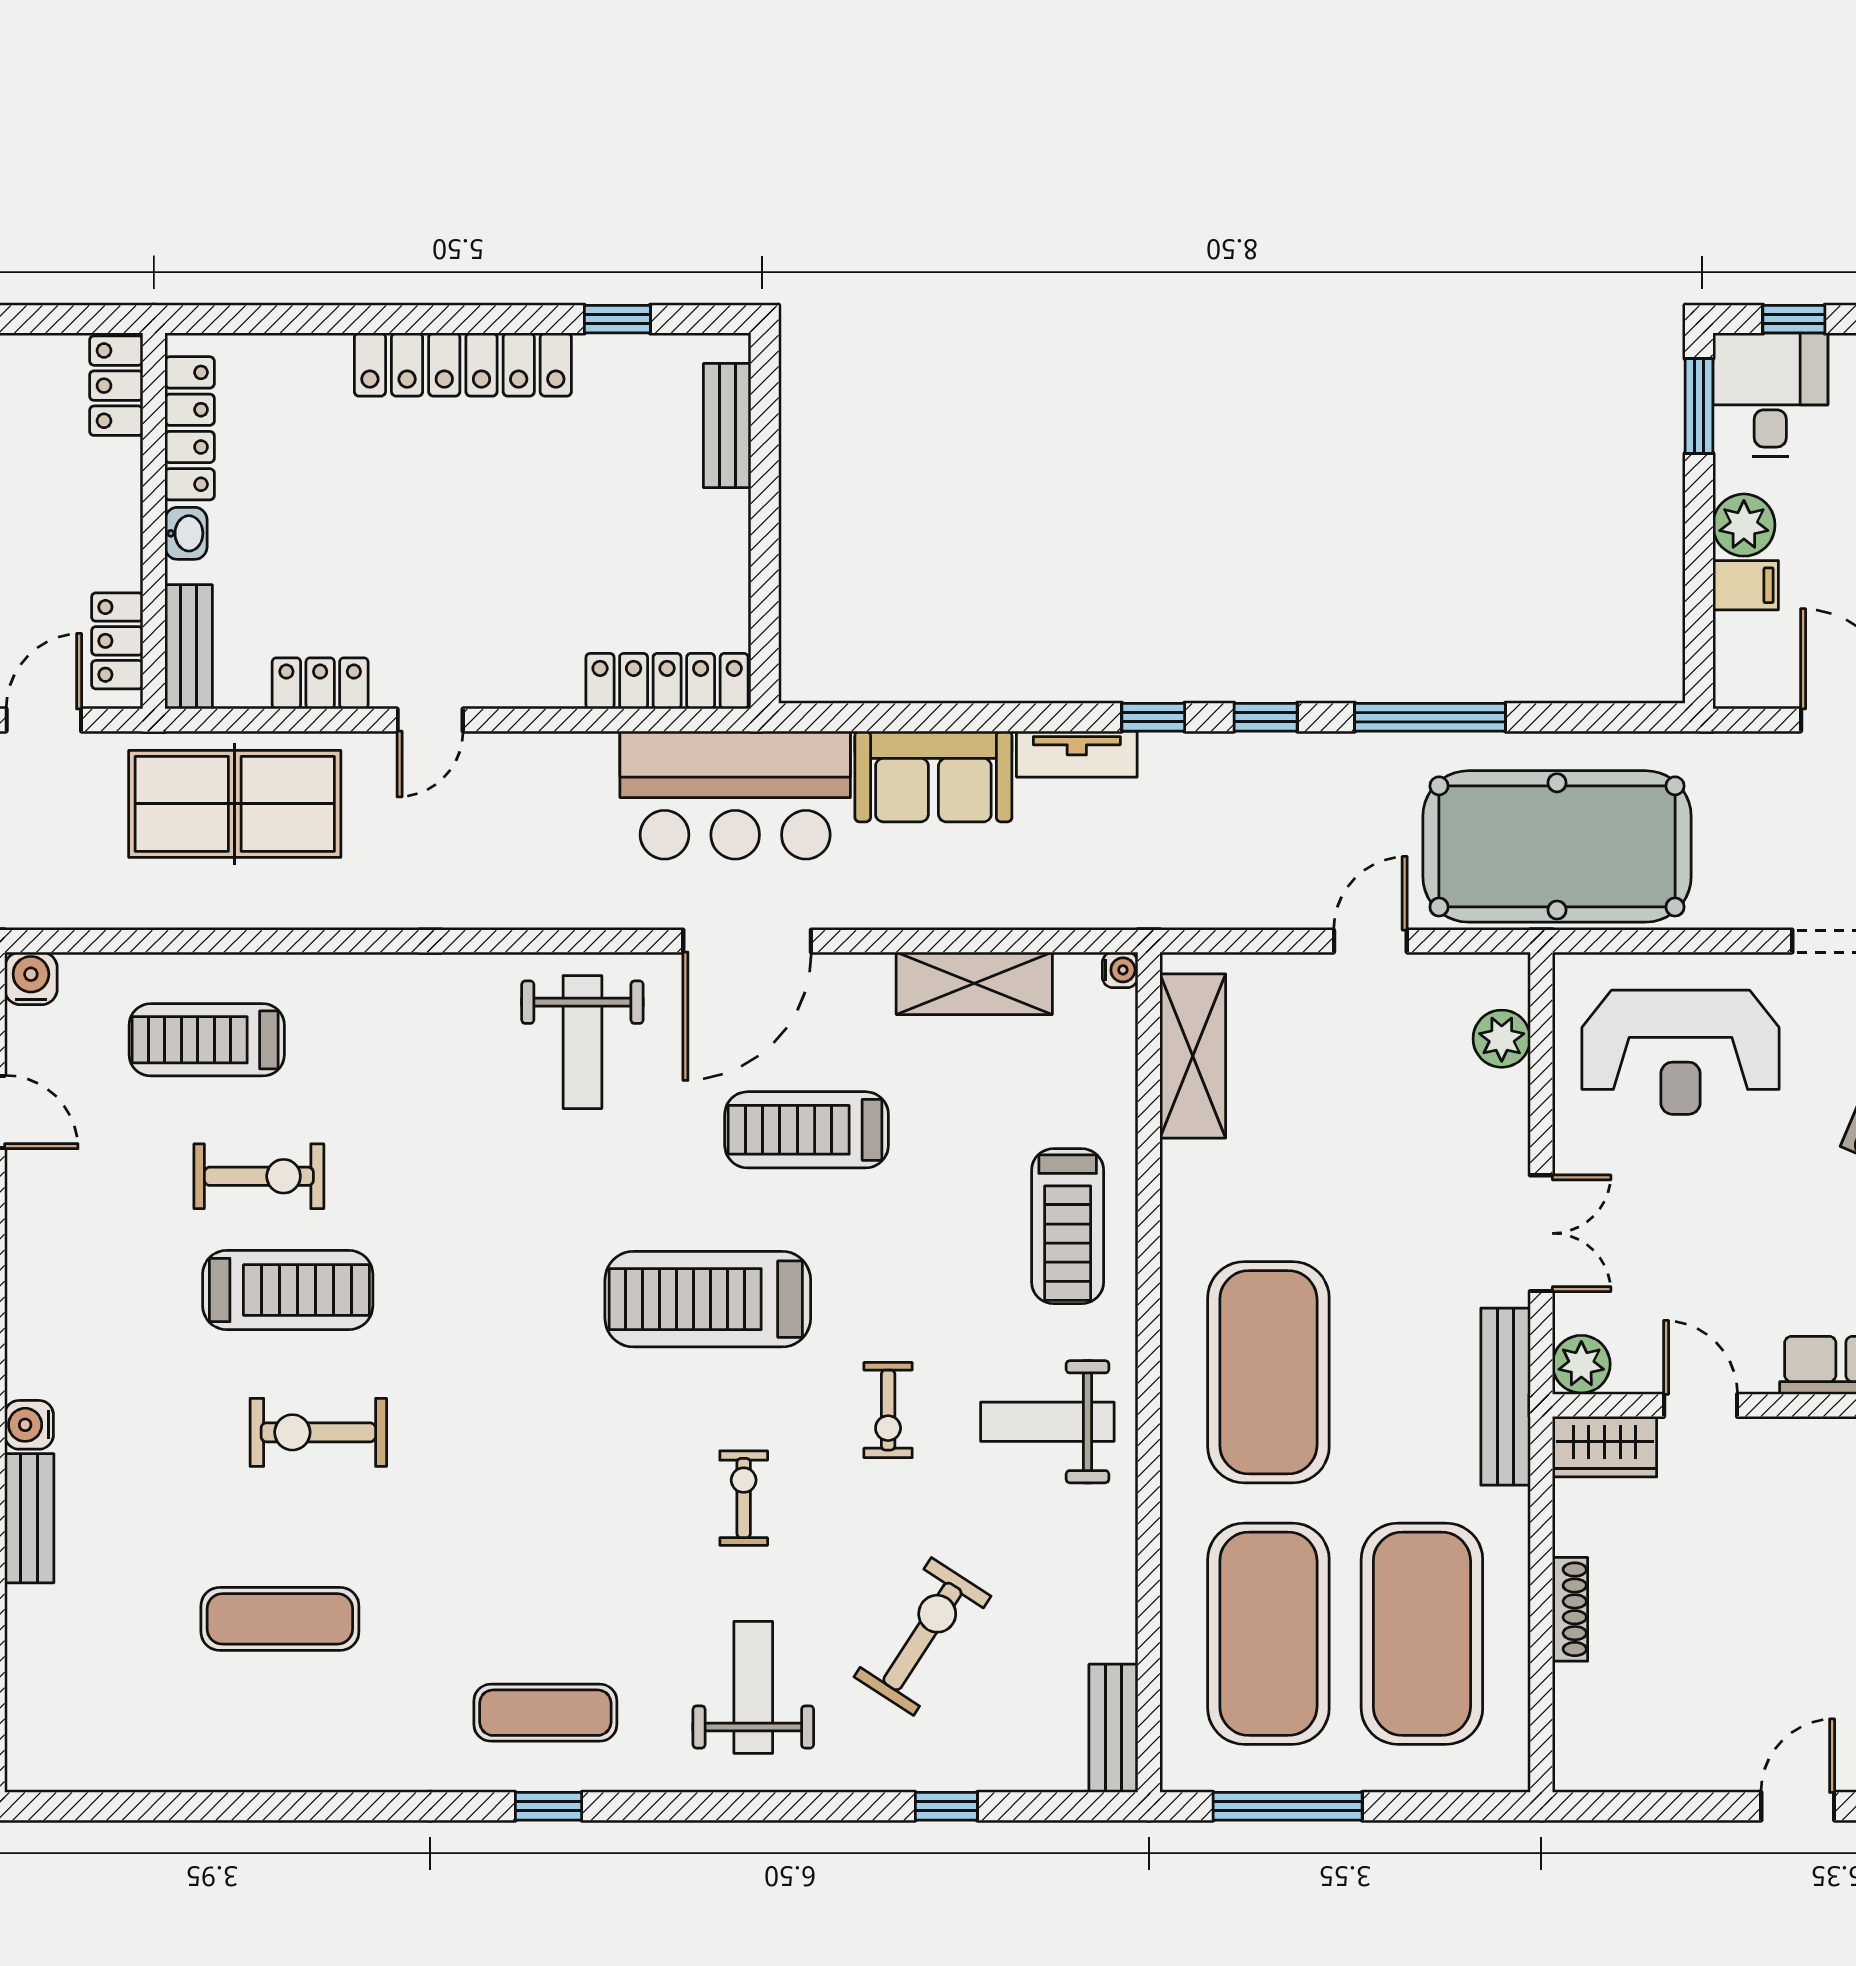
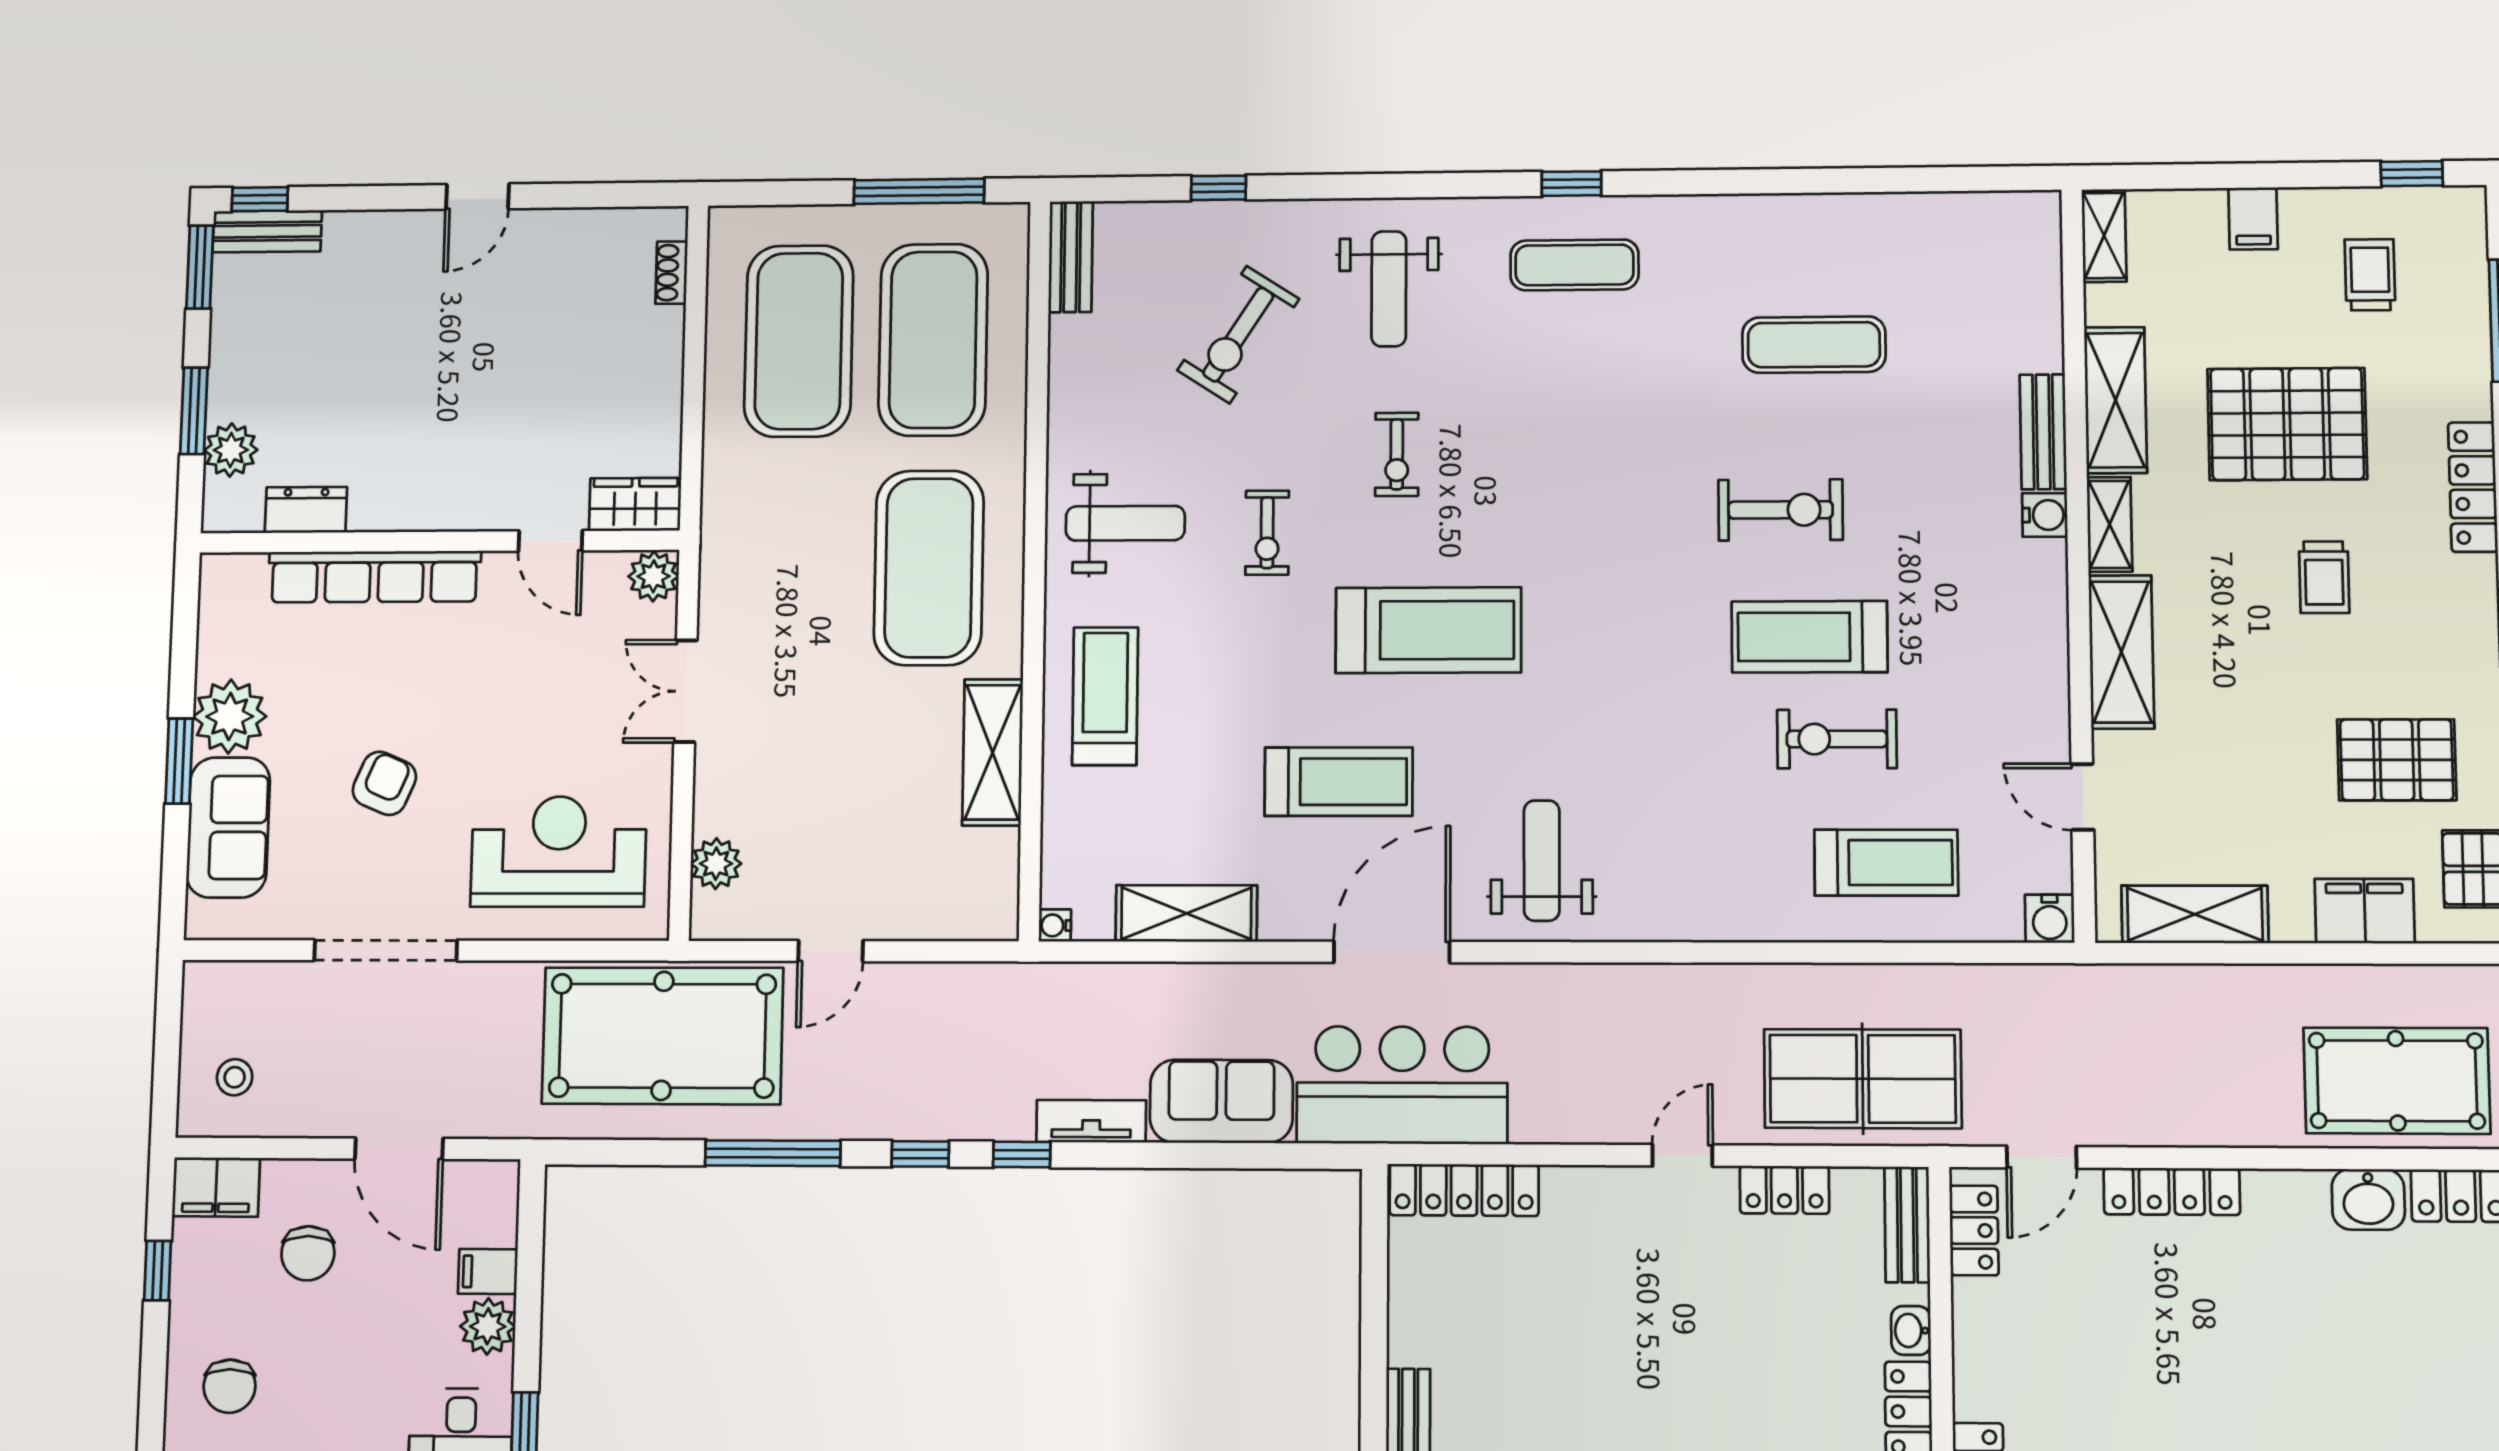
shelving: (1193, 1056) -> (993, 752), moved
bench: (1506, 1397) -> (721, 548), removed
exercise bike: (888, 1410) -> (1267, 533), turned 180
shoe rack: (1570, 1609) -> (672, 273), moved, width x0.70

